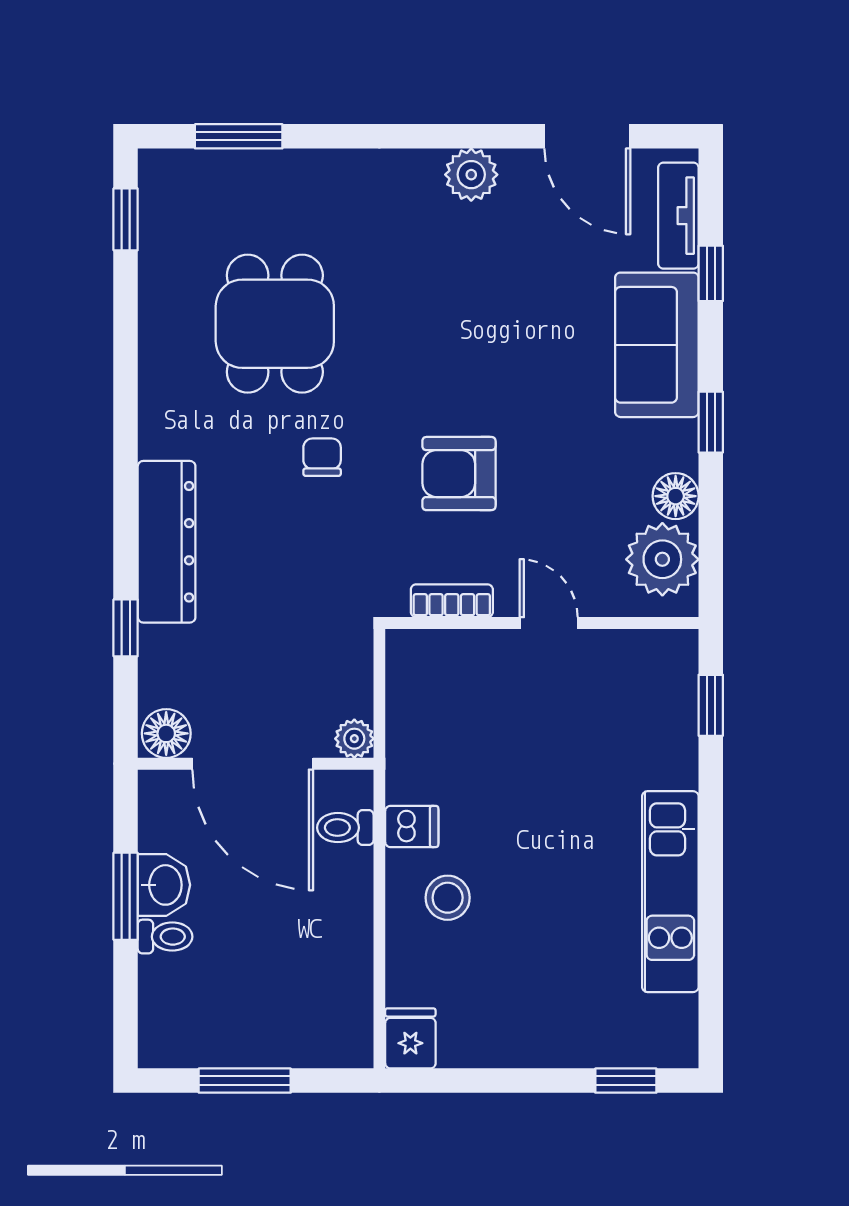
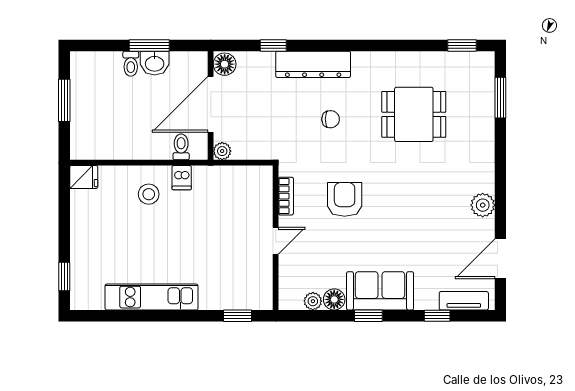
sofa: (657, 345) -> (380, 291), moved
chair: (322, 457) -> (331, 119), moved
plant: (662, 559) -> (313, 301), width x0.53, depth x0.53

